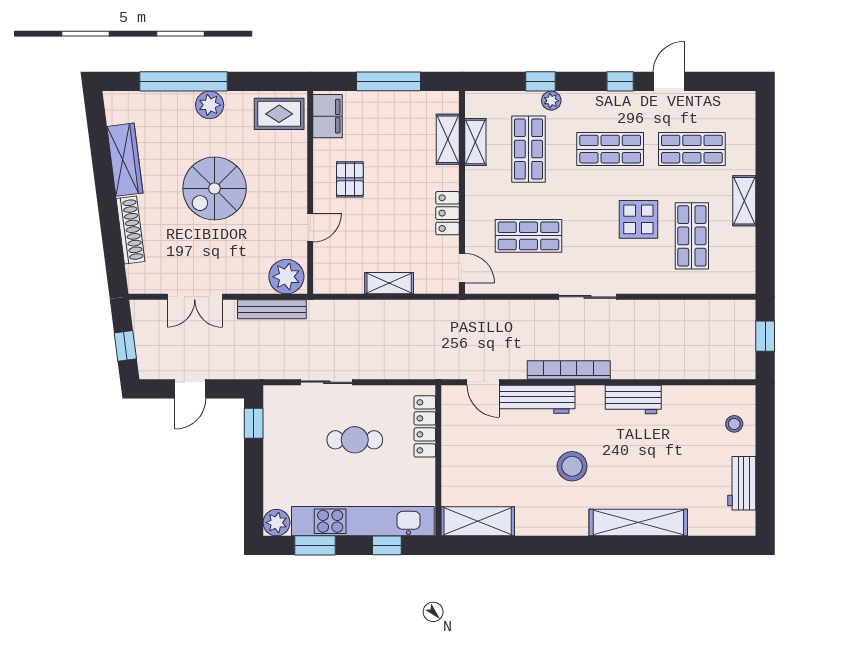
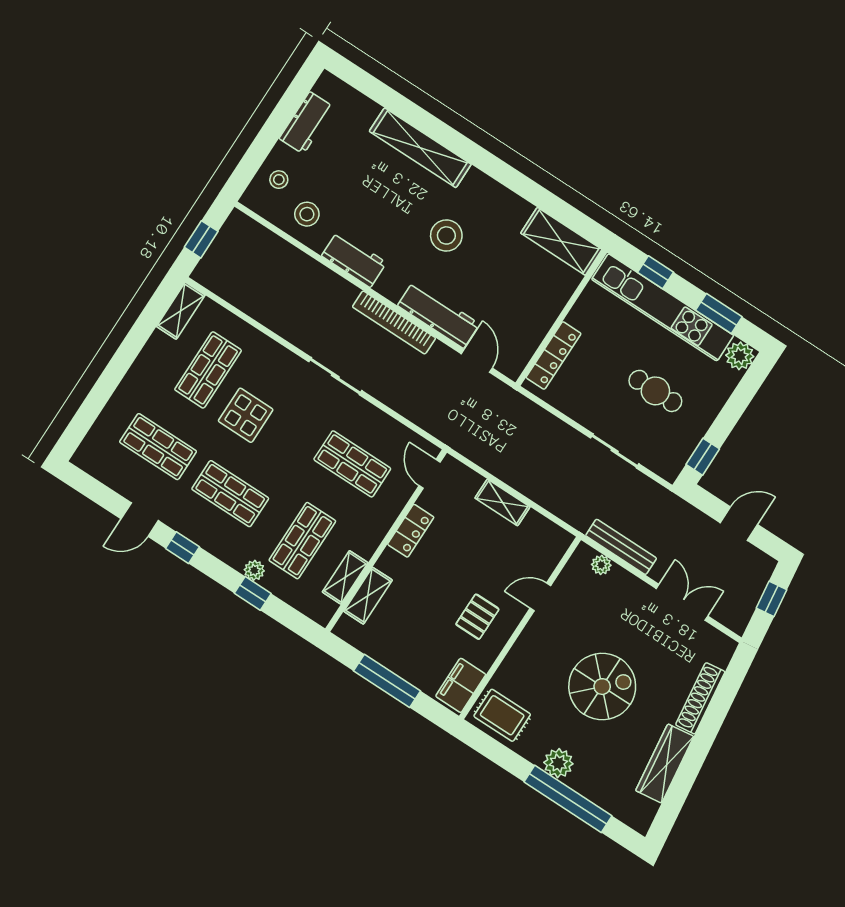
shelving: (744, 201) -> (181, 311), moved
plant: (286, 277) -> (601, 565), width x0.53, depth x0.53
stool: (694, 411) -> (307, 214), added
cafe table: (355, 440) -> (655, 391), moved

